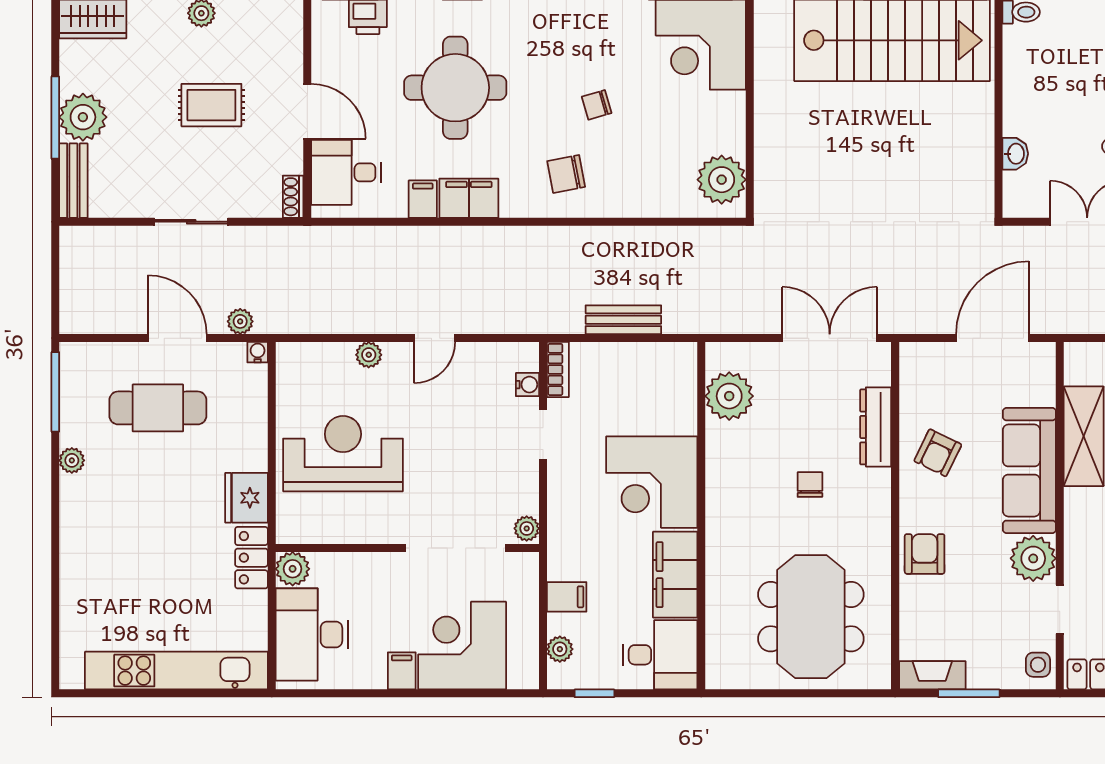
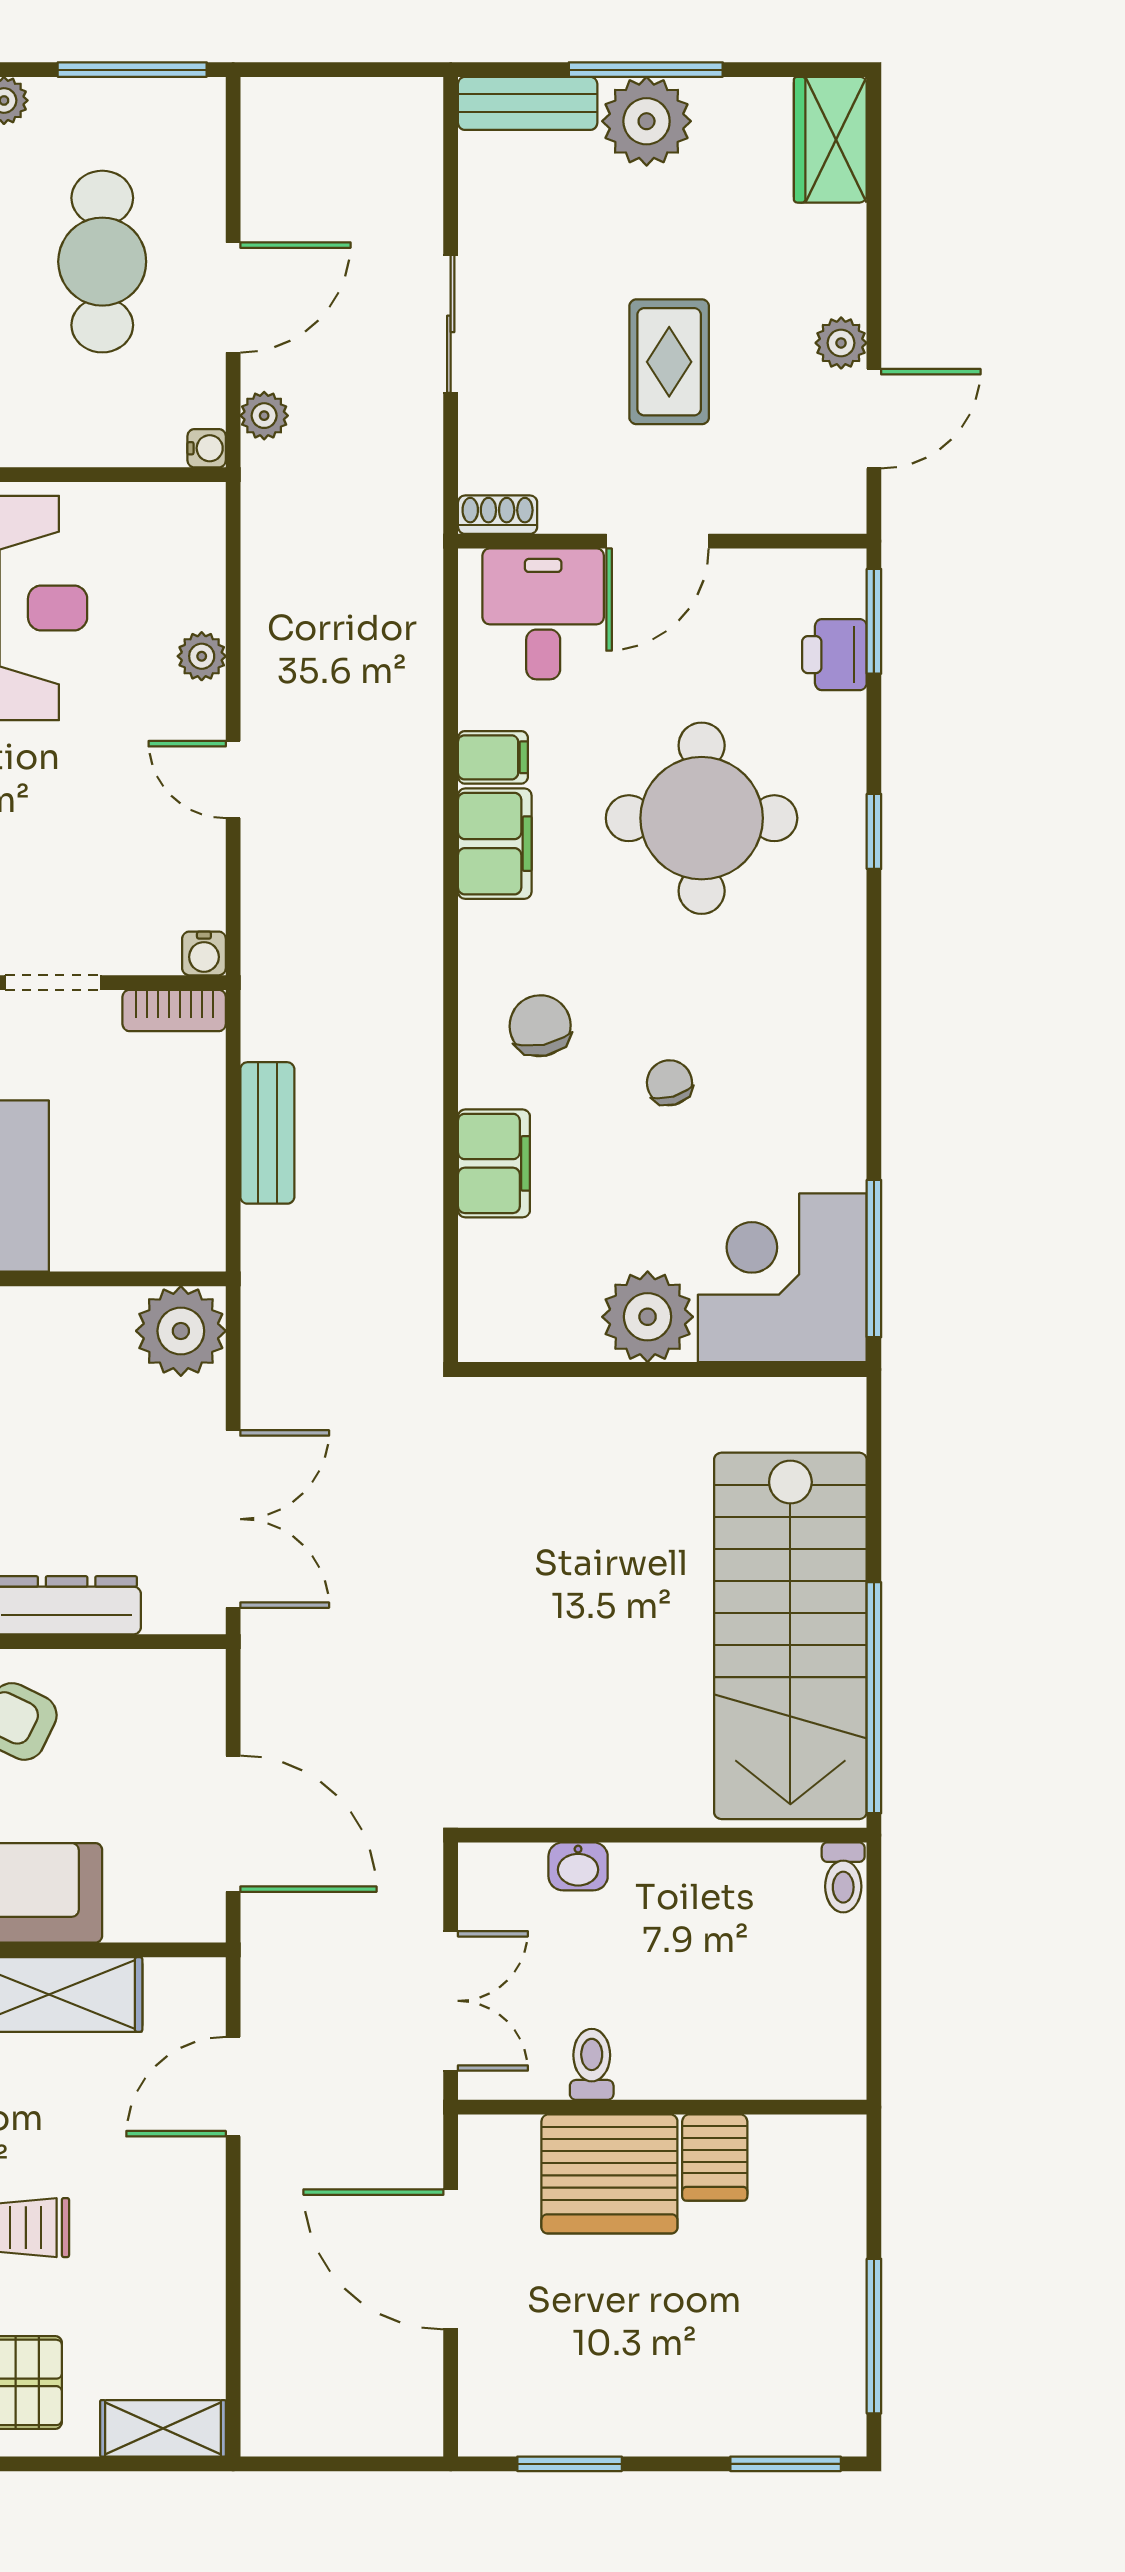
plant: (722, 180) -> (648, 1317), moved
filing cabinet: (640, 199) -> (494, 1163), added
water cooler: (528, 385) -> (204, 953), moved
plant: (729, 396) -> (181, 1331), moved

